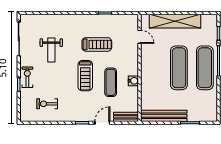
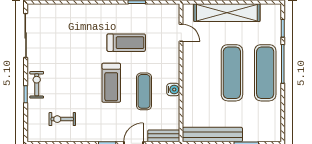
weight bench: (51, 50) -> (68, 50), removed

